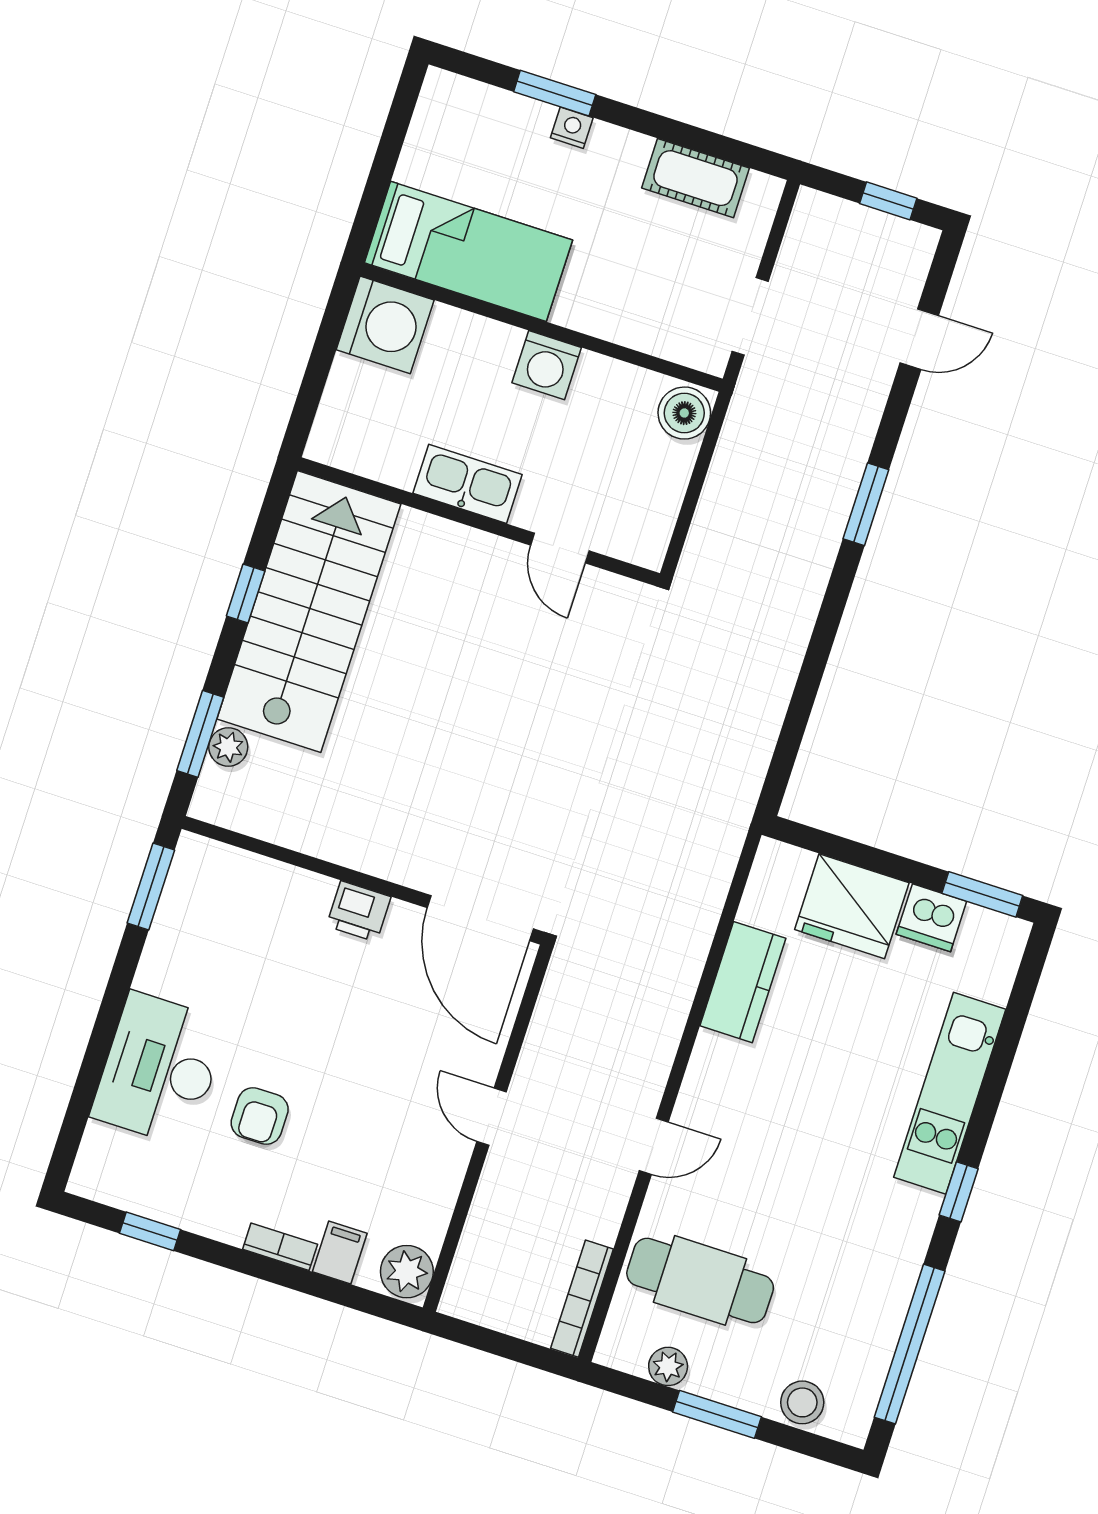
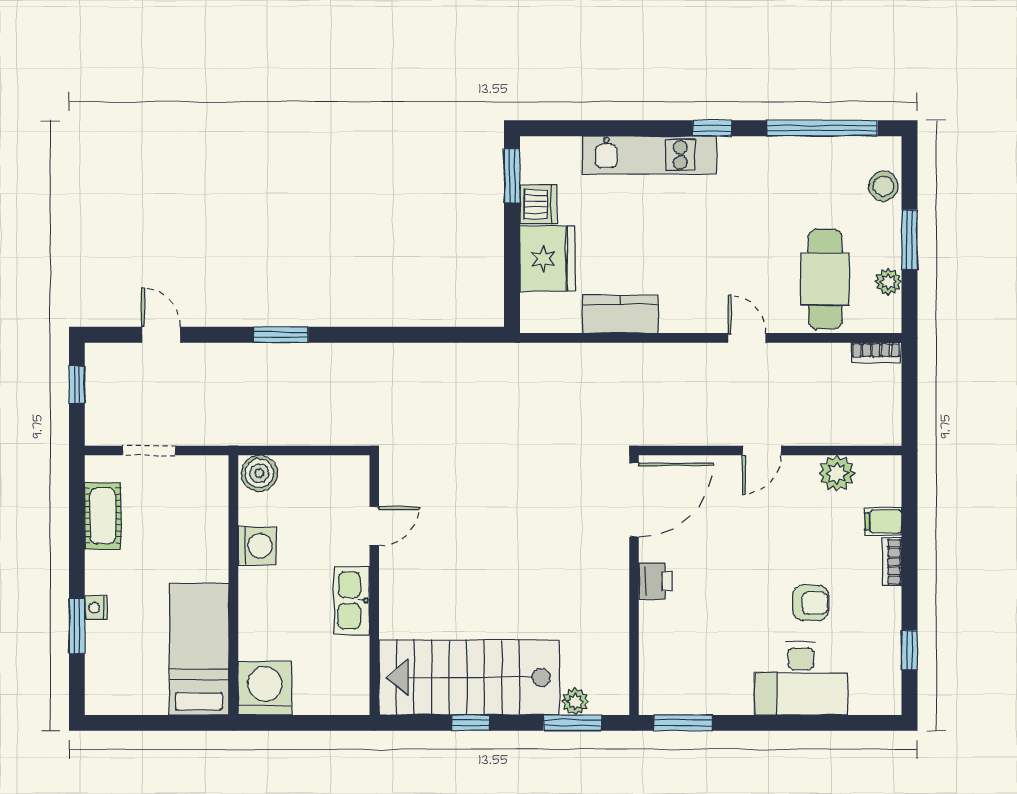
doorway: (750, 316) -> (149, 451), moved
washing machine: (547, 365) -> (257, 546), moved
plant: (407, 1272) -> (837, 473), moved
bookcase: (582, 1299) -> (876, 353), width x0.64

